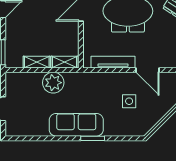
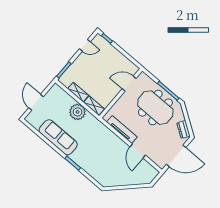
side table: (129, 101) -> (112, 160), removed
sofa: (76, 125) -> (58, 137), moved

